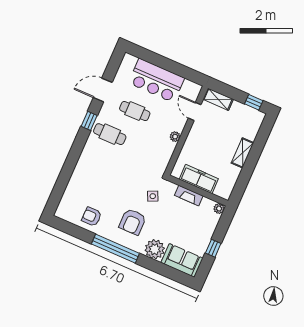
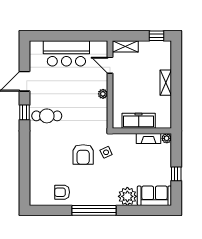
cafe table: (135, 111) -> (59, 87), removed
fireplace: (189, 196) -> (148, 139), moved
armchair: (133, 222) -> (83, 154), moved

